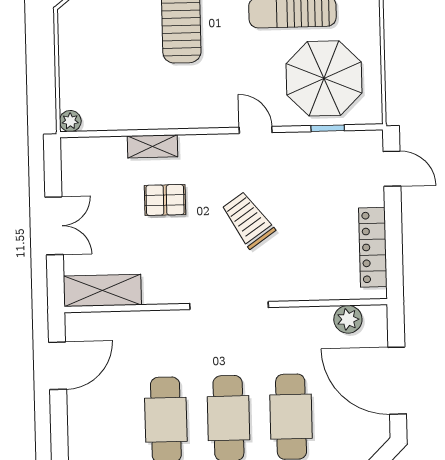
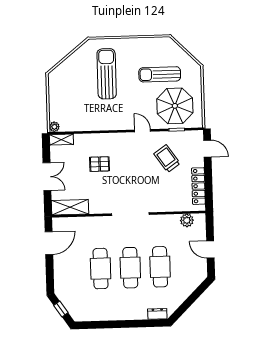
shelving: (152, 146) -> (61, 140), moved
trolley: (248, 220) -> (167, 159), moved
door: (397, 381) -> (210, 249), width x0.53

